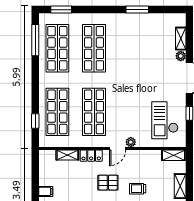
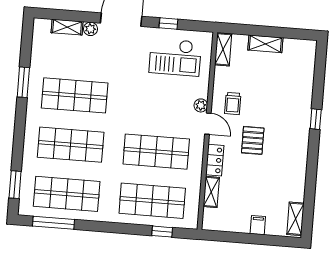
shop shelf: (131, 48) -> (75, 95), added
trolley: (138, 189) -> (233, 104), moved

